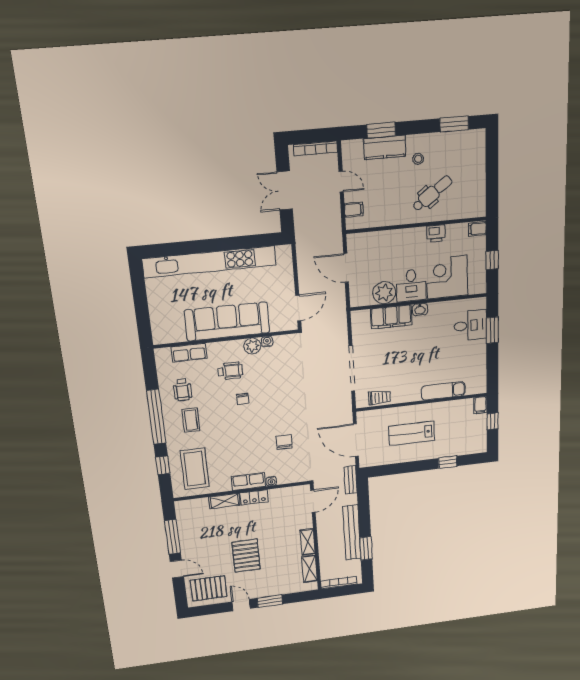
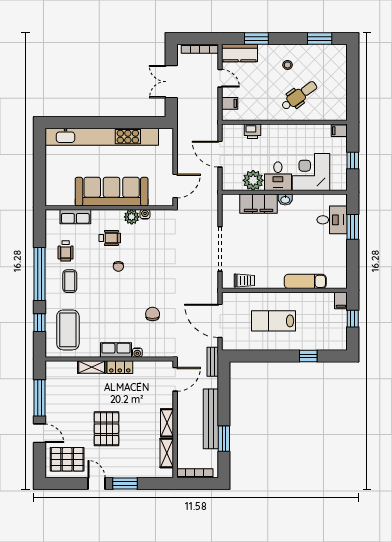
kitchen counter: (385, 147) -> (239, 53), moved
printer: (436, 234) -> (252, 131), moved

